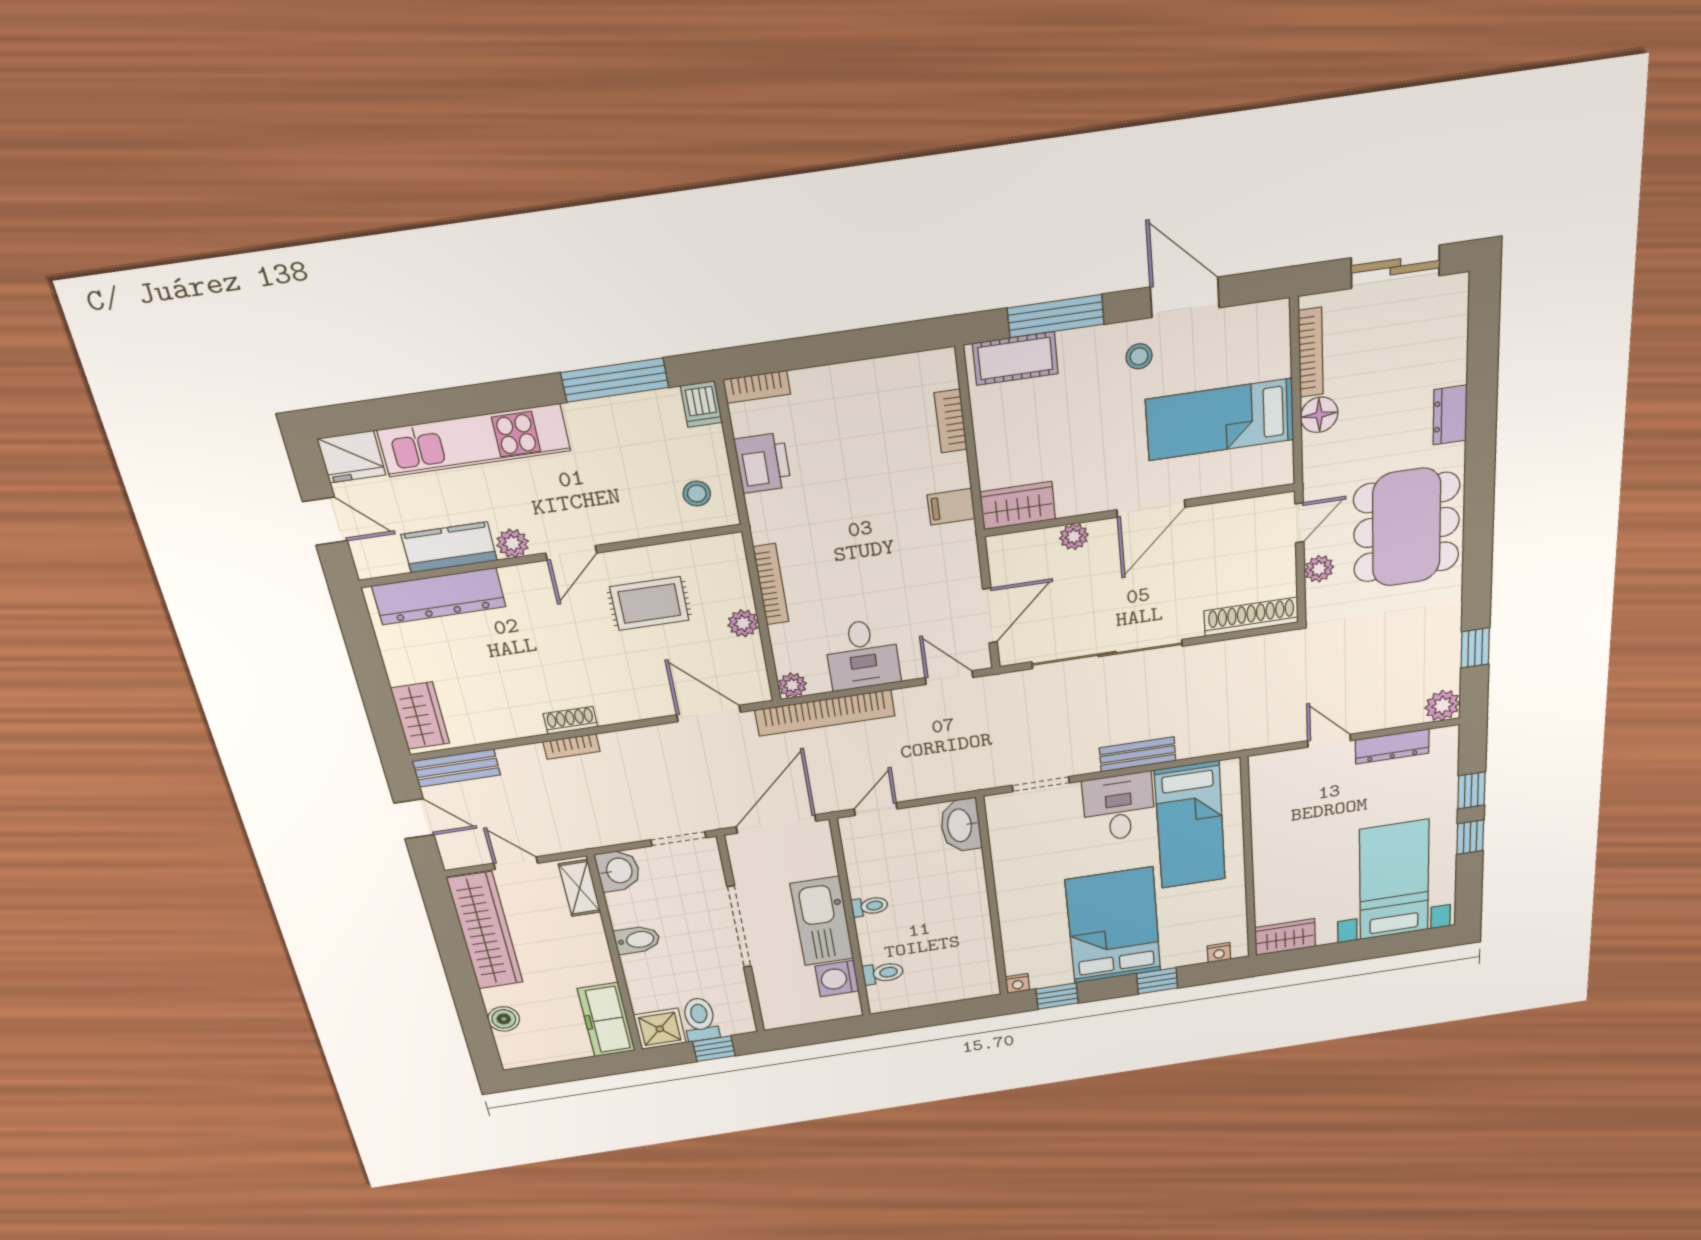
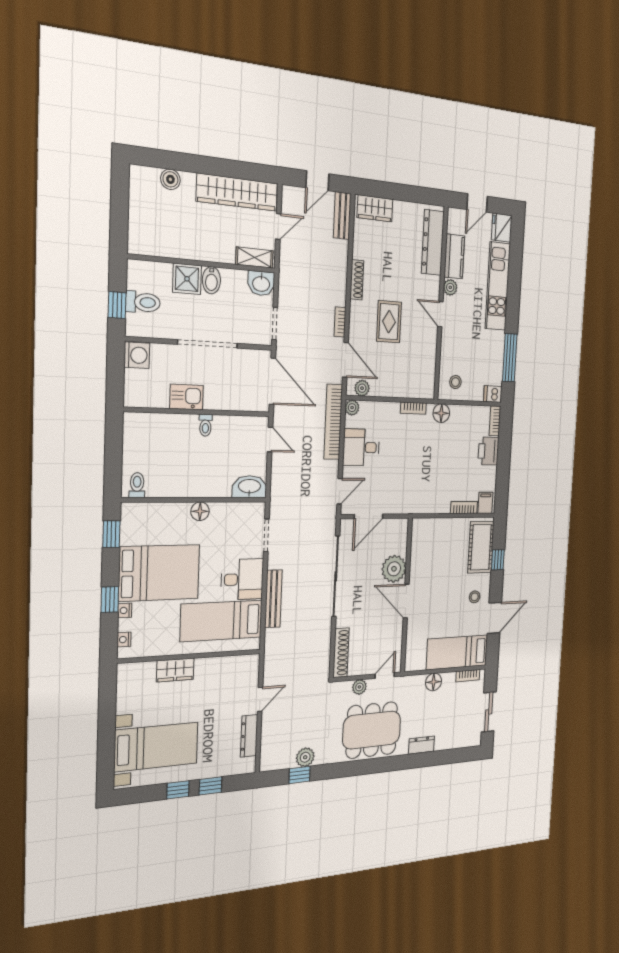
window: (1056, 316) -> (498, 560), width x0.46
bookcase: (1311, 353) -> (468, 676), width x0.64
cot: (1015, 358) -> (481, 547), width x1.37, depth x1.34
bed: (1220, 420) -> (457, 652), moved, turned -90
printer: (763, 463) -> (488, 451), moved, turned 90
wardrobe: (1018, 506) -> (420, 536), removed
filing cabinet: (951, 507) -> (485, 503), moved
floor lamp: (766, 511) -> (441, 413), added
door: (1299, 523) -> (385, 675), swing flipped
plant: (1074, 537) -> (394, 569), width x1.88, depth x1.88
bookcase: (771, 584) -> (413, 408), width x0.64
rug: (649, 604) -> (389, 322), moved
door: (990, 616) -> (369, 516), hinge flipped
plant: (743, 623) -> (362, 388), moved
plant: (1442, 706) -> (305, 757), moved
door: (709, 714) -> (345, 360), hinge flipped
shoe rack: (570, 720) -> (357, 280), width x1.43
bookcase: (571, 746) -> (340, 322), moved
bench: (1138, 754) -> (273, 599), width x1.36
floor lamp: (1010, 889) -> (200, 511), added
kitchen sink: (822, 921) -> (186, 397), width x0.53, depth x0.81
wardrobe: (1285, 937) -> (175, 670), moved, turned 90
toilet: (883, 973) -> (137, 485), moved, turned 180
washing machine: (837, 979) -> (137, 355), moved, turned 90
nightstand: (1018, 983) -> (125, 610), moved
freezer: (606, 1020) -> (156, 243), removed
shower: (660, 1029) -> (187, 279), moved

